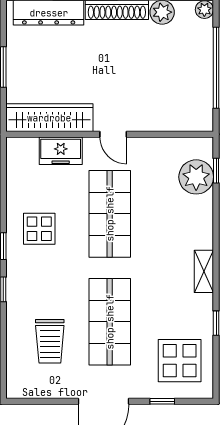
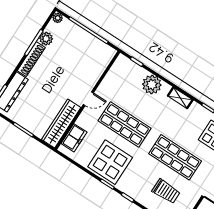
freezer: (61, 151) -> (74, 138), moved
plant: (196, 177) -> (152, 85), moved
display table: (39, 229) -> (110, 162), width x1.86, depth x1.86

